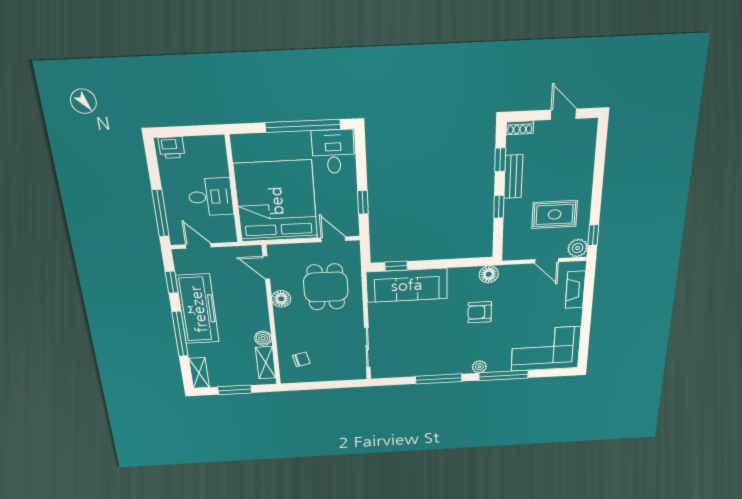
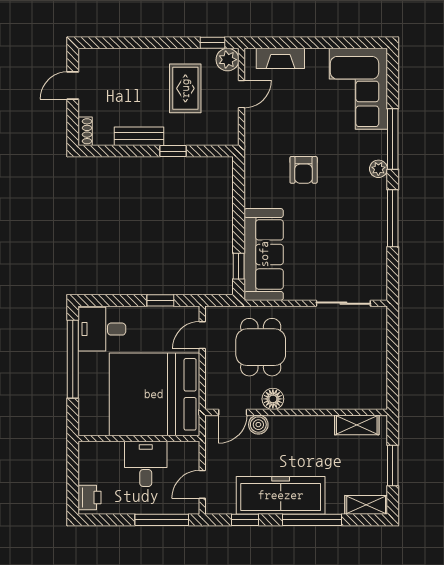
window: (500, 160) -> (119, 151), removed
floor lamp: (489, 274) -> (255, 160), removed
dining table: (326, 287) -> (261, 347), turned 90
boiler: (263, 338) -> (258, 425), moved
chair: (301, 359) -> (355, 382), removed

